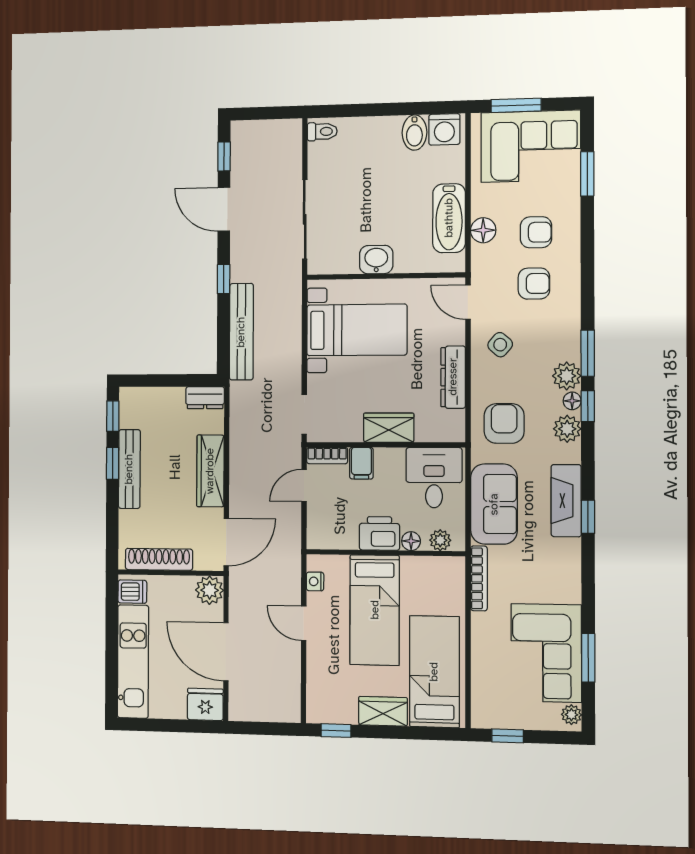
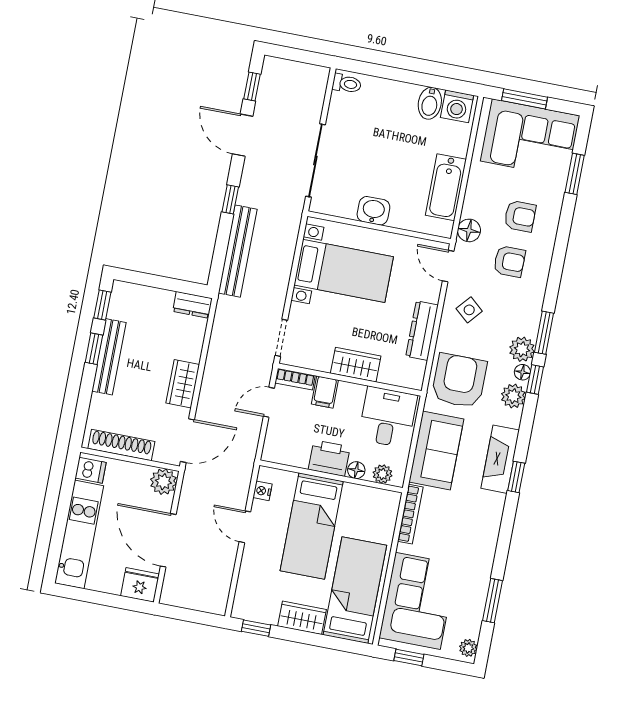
floor lamp: (483, 230) -> (469, 230), moved
armchair: (504, 423) -> (459, 381), width x1.36, depth x1.36
wardrobe: (210, 471) -> (183, 384), width x0.67
corner sofa: (546, 653) -> (418, 601), moved, turned 180

